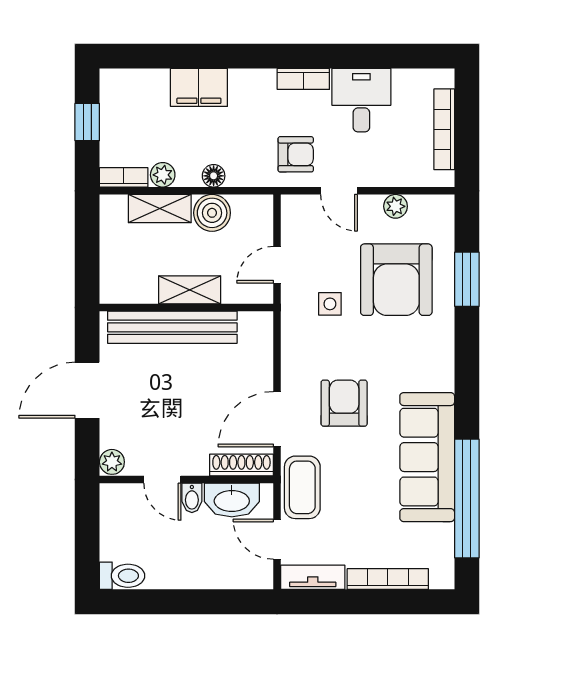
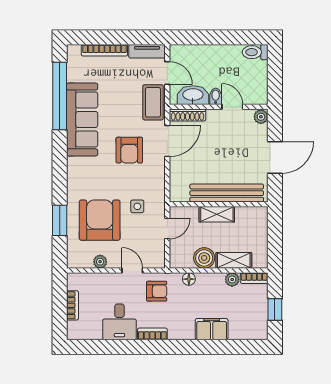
bookcase: (444, 129) -> (72, 305), width x0.64
armchair: (296, 154) -> (157, 291), turned 180
floor lamp: (214, 176) -> (189, 279), moved

